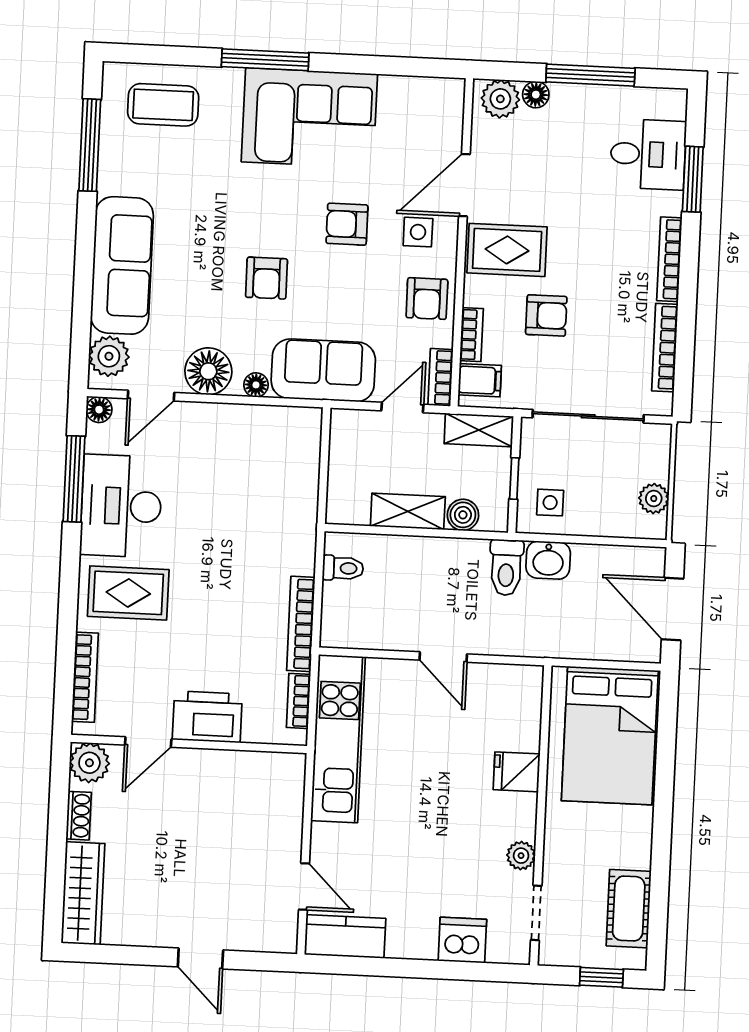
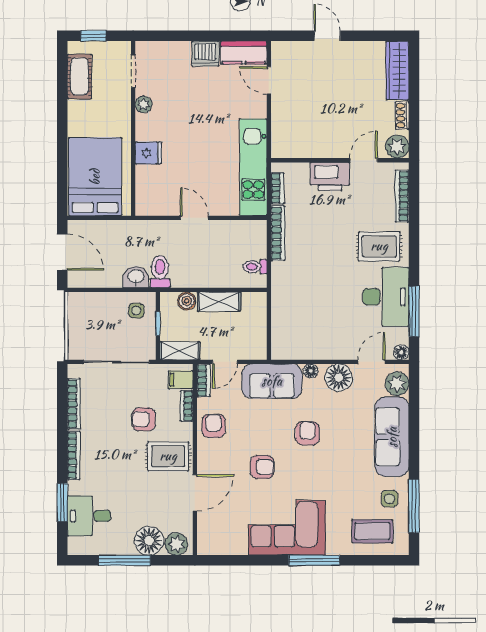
floor lamp: (536, 95) -> (149, 541), width x1.89, depth x1.89
side table: (418, 232) -> (390, 499), moved
plant: (654, 499) -> (76, 316), removed
dishwasher: (462, 940) -> (205, 54), moved

